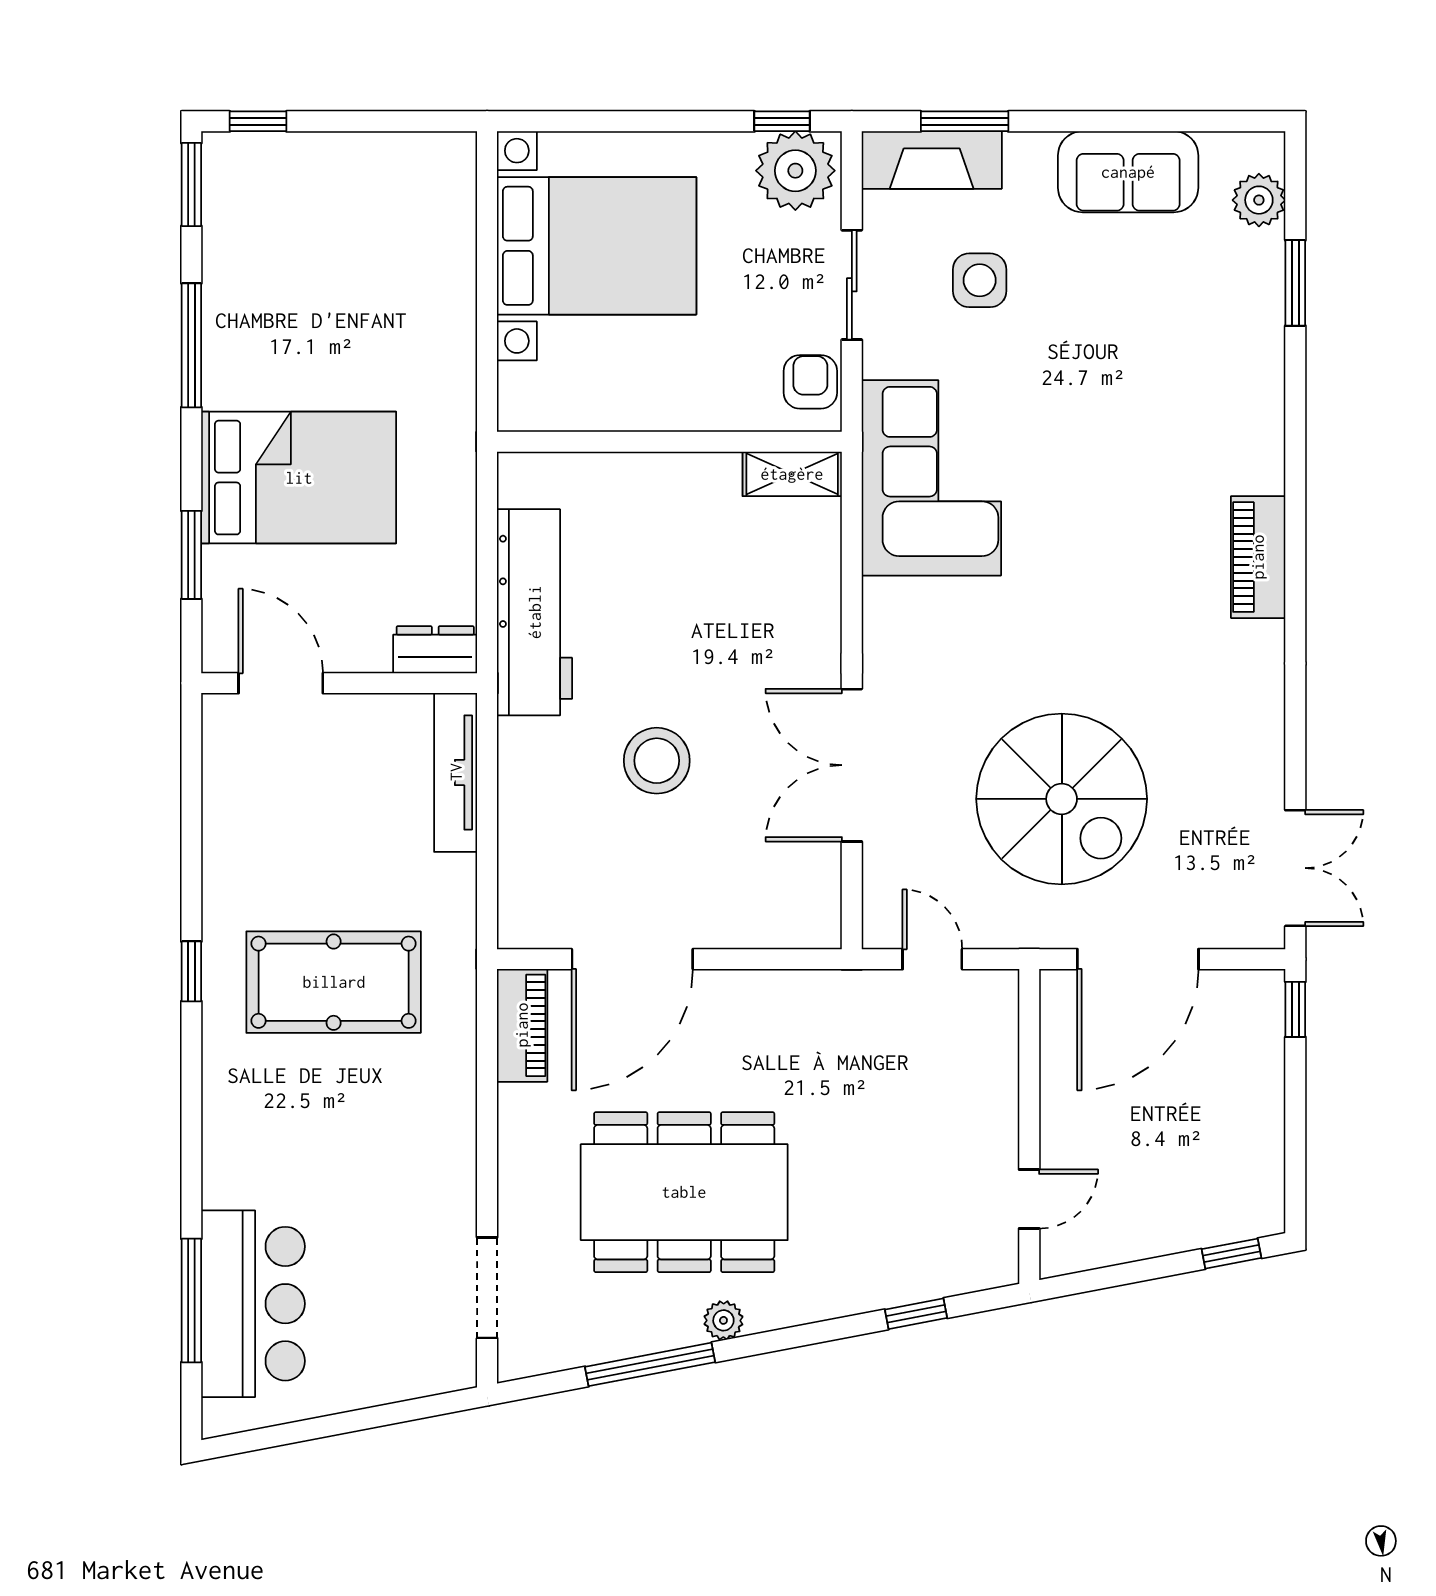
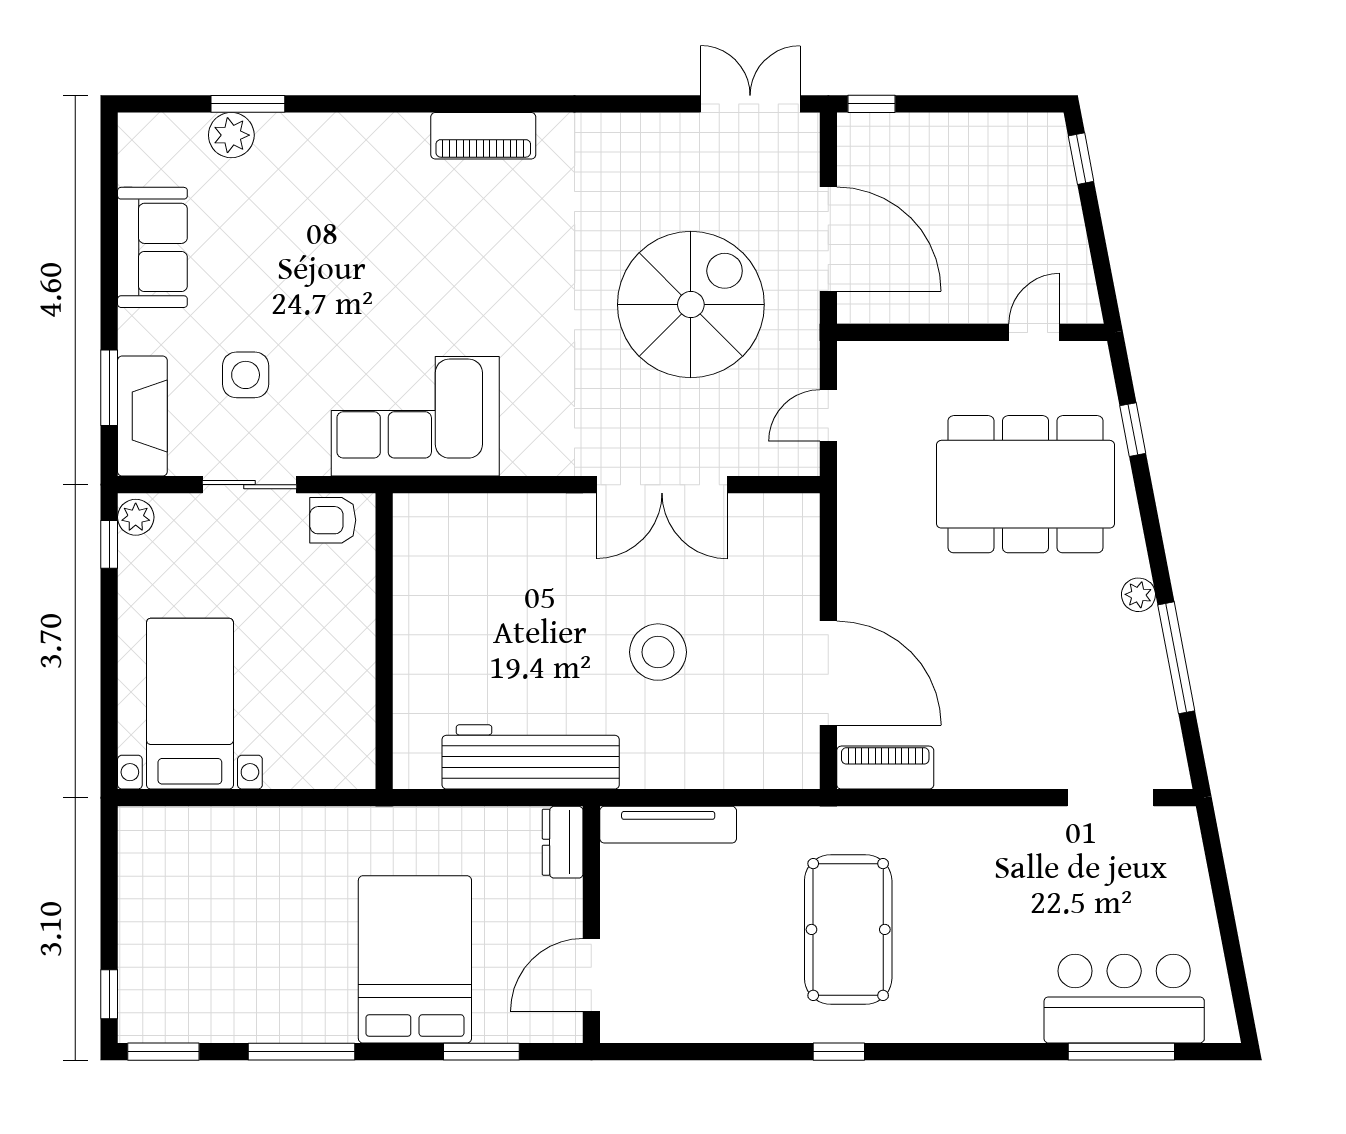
plant: (795, 171) -> (136, 517), width x0.53, depth x0.53
plant: (1259, 200) -> (231, 135), moved
bed with nightstands: (597, 246) -> (190, 704), width x0.73
shelving: (792, 474) -> (412, 536), removed
dining table: (684, 1192) -> (1026, 484), moved, turned 90
door: (1029, 1199) -> (1034, 332), hinge flipped

